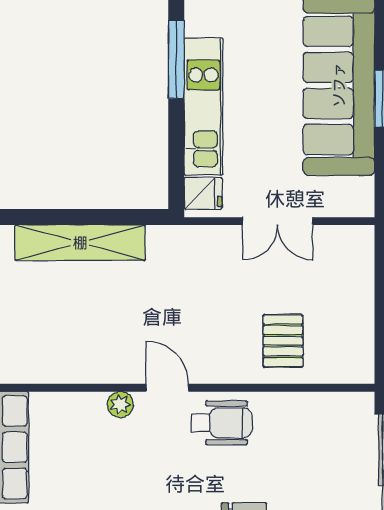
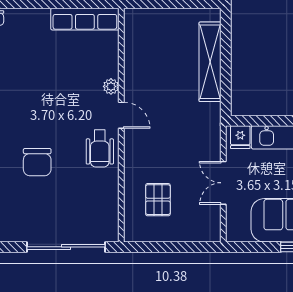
pallet: (283, 341) -> (158, 200), moved, turned 90
door: (167, 388) -> (121, 115), hinge flipped

